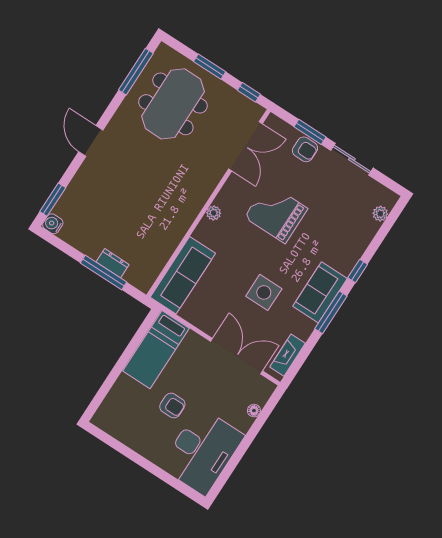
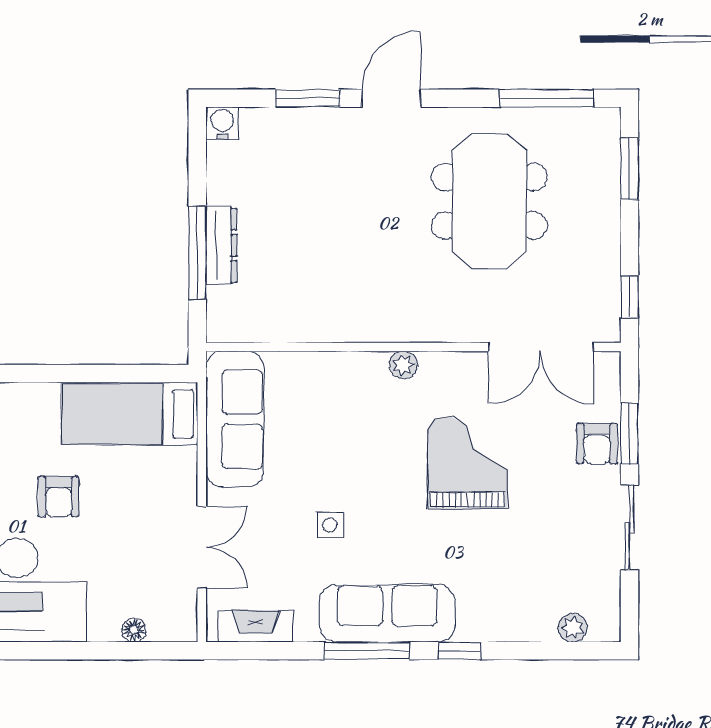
window: (210, 67) -> (629, 169), moved
meeting table: (173, 104) -> (489, 201), moved, turned 90
window: (53, 200) -> (308, 98), moved
dresser: (113, 263) -> (221, 245), width x1.44
sofa: (183, 275) -> (235, 419), moved, turned -90
side table: (264, 292) -> (330, 525), width x0.54, depth x0.54
sofa: (320, 292) -> (387, 613), width x1.36
double door: (237, 356) -> (202, 547), width x0.73

